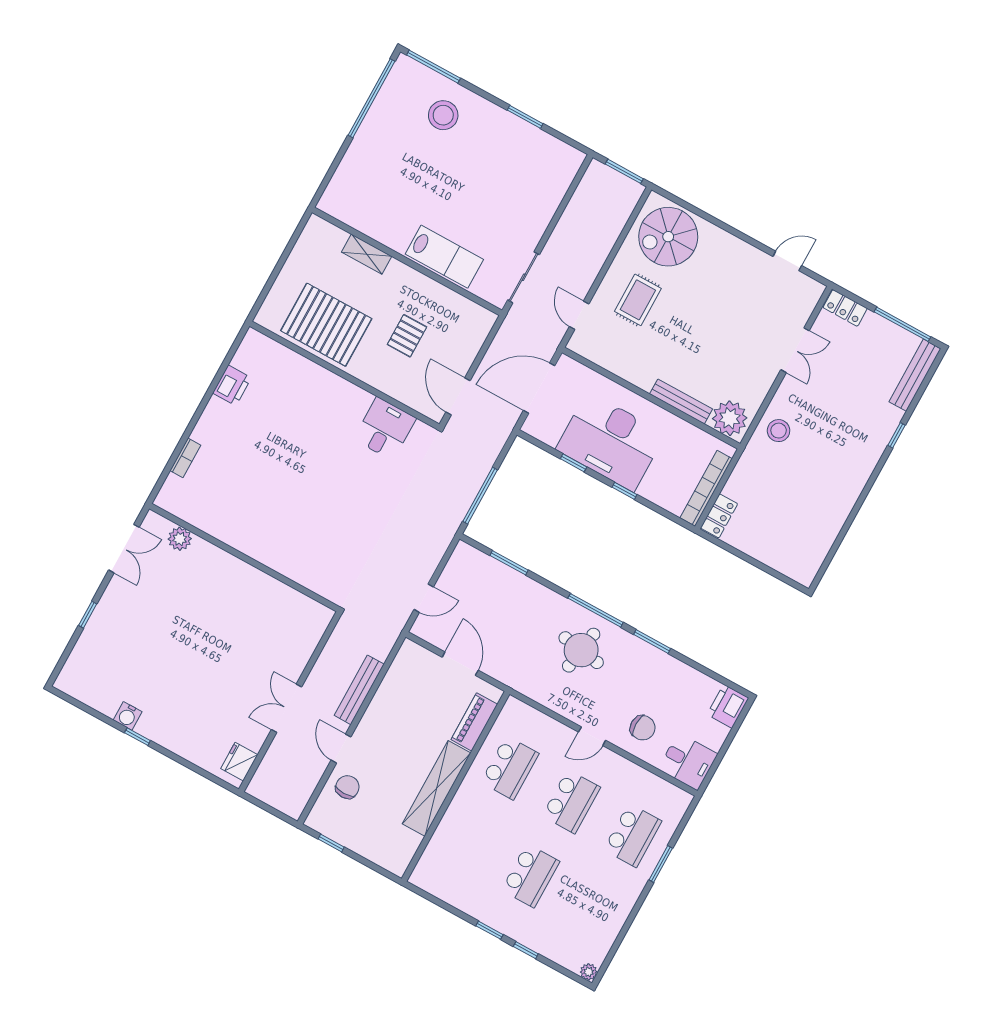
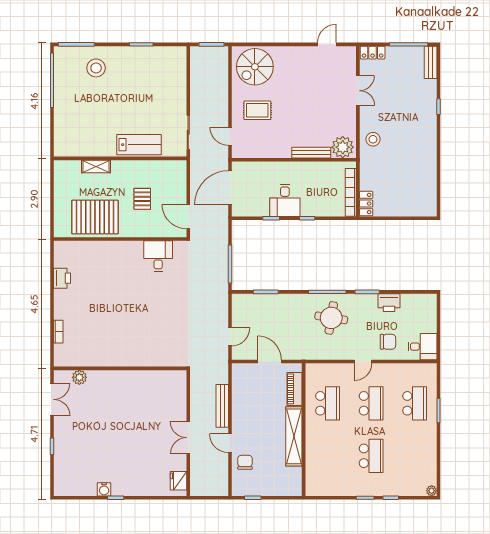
rug: (638, 300) -> (257, 110), turned 90
bench: (915, 375) -> (431, 62), width x0.73
desk: (611, 442) -> (285, 200), width x0.53, depth x0.77
printer: (728, 706) -> (389, 303), moved, turned -90

